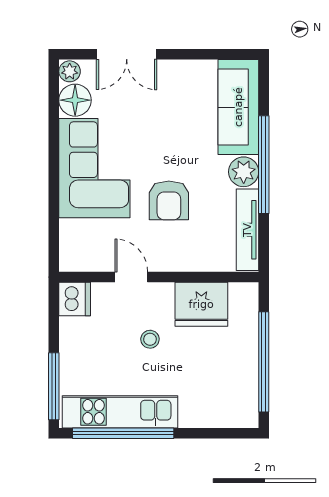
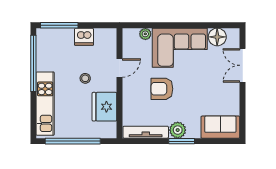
plant: (70, 71) -> (145, 34), moved
sofa: (238, 107) -> (220, 127), width x0.73
window: (264, 165) -> (182, 141), width x0.47
dishwasher: (75, 299) -> (84, 37), moved
kitchen unit: (120, 412) -> (45, 104), moved

